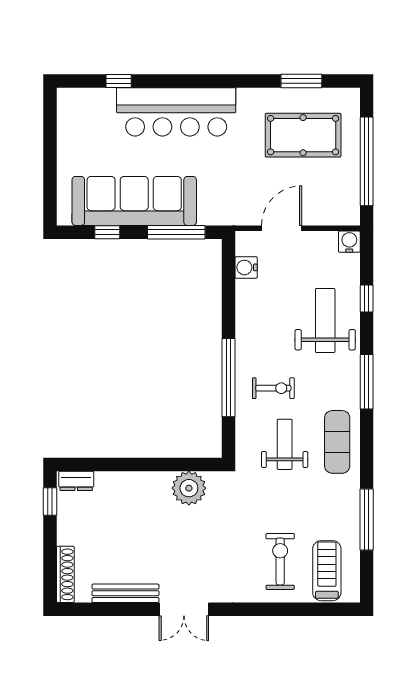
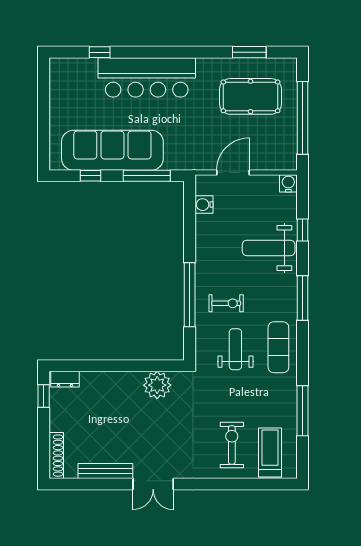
weight bench: (325, 320) -> (269, 248), turned -90

